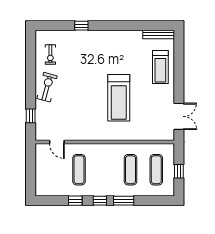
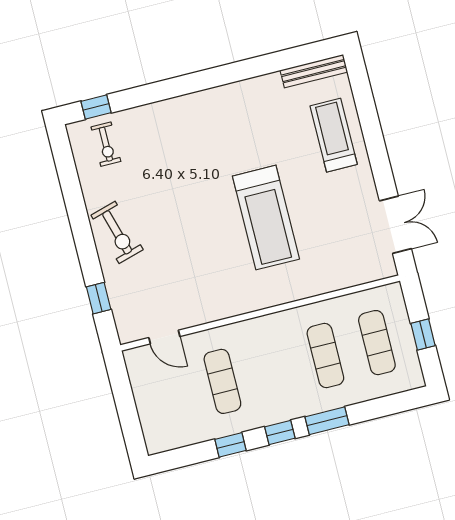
window: (81, 26) -> (96, 107), moved
exercise bike: (50, 54) -> (106, 144), moved
treadmill: (160, 67) -> (334, 135), turned 180
exercise bike: (47, 87) -> (117, 232), turned 149

